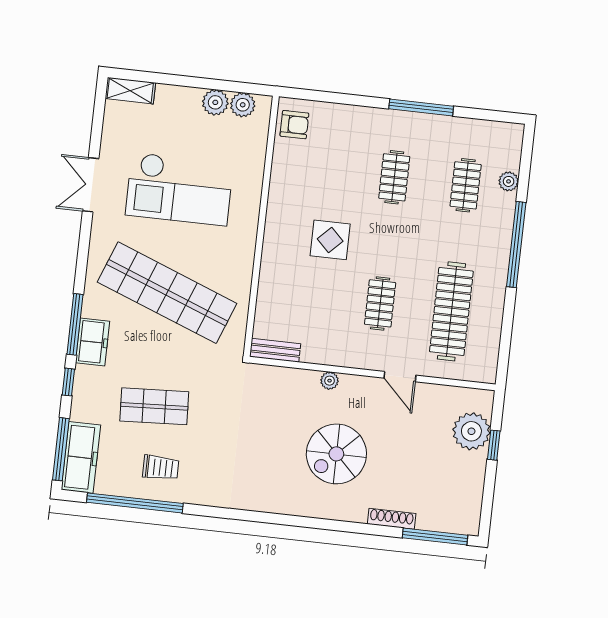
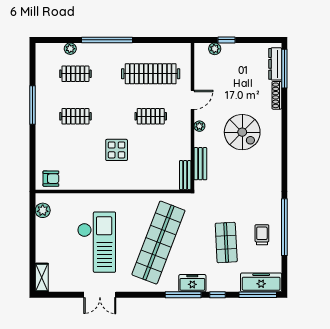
plant: (215, 102) -> (43, 227), removed
armchair: (294, 125) -> (51, 179), turned 90
bench: (291, 378) -> (200, 164), added
plant: (330, 381) -> (199, 126), moved
plant: (471, 431) -> (215, 49), width x0.53, depth x0.53
window: (135, 503) -> (284, 227), moved
dresser: (445, 522) -> (275, 64), added

